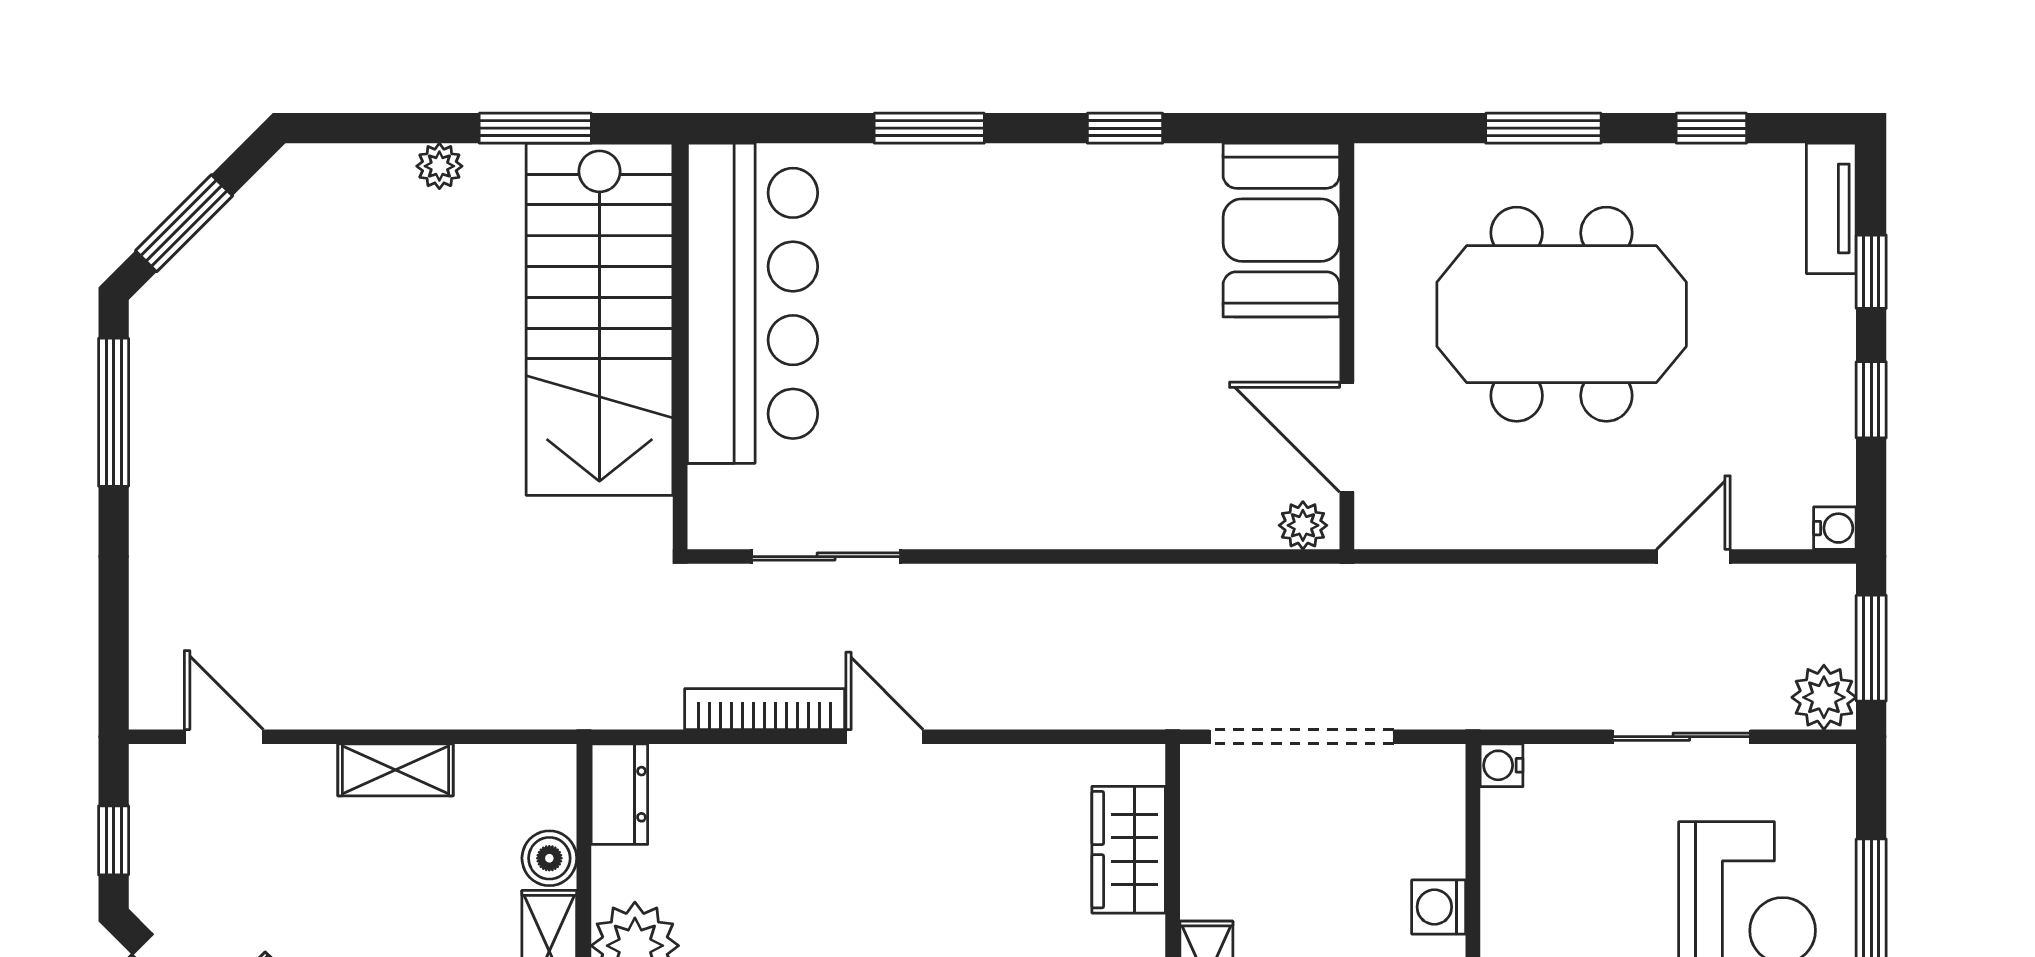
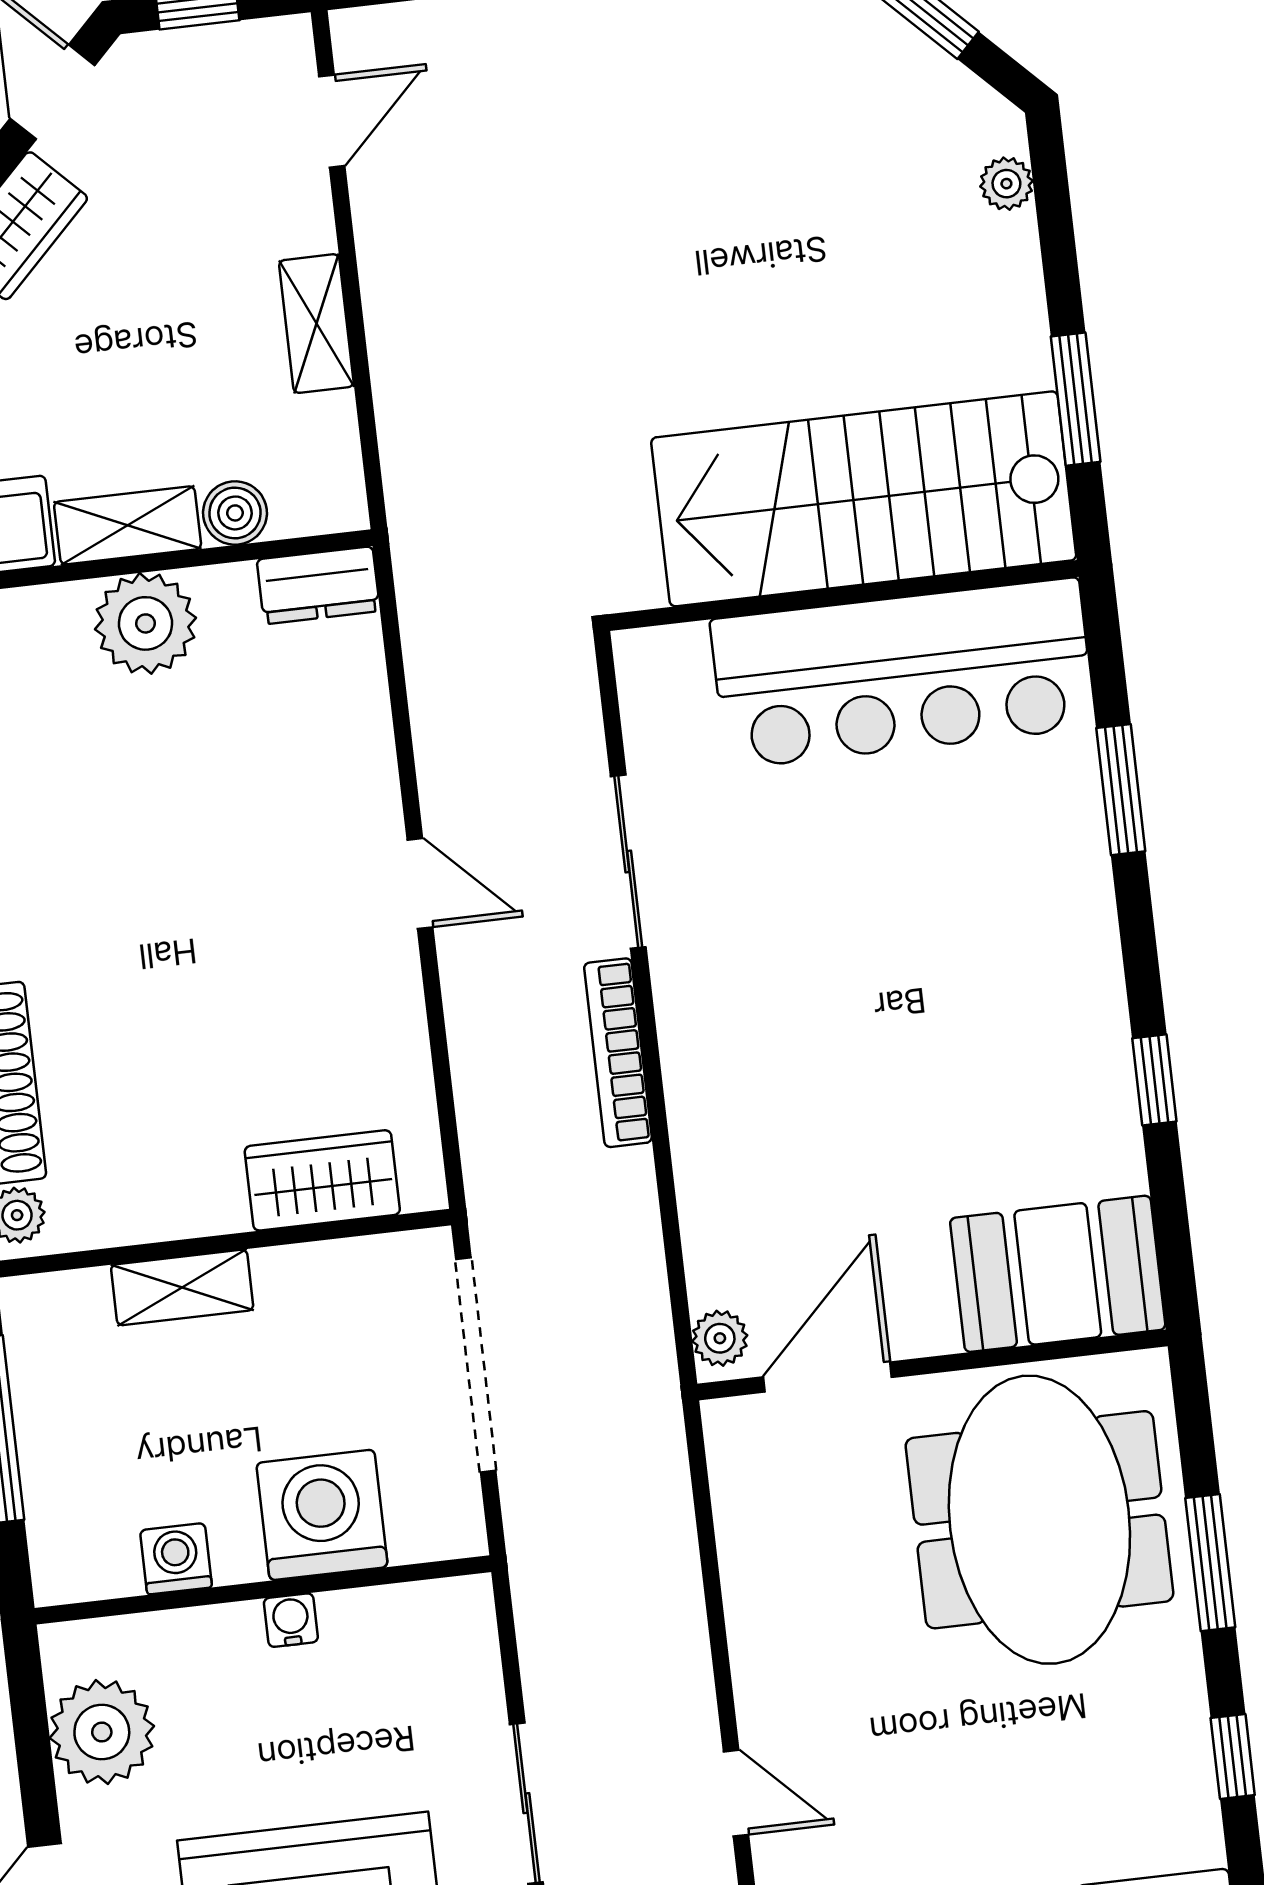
window: (929, 128) -> (1121, 790), moved
plant: (439, 166) -> (1006, 184), moved
meeting table: (1562, 314) -> (1039, 1520), moved
sliding door: (826, 557) -> (628, 862), moved
bookcase: (765, 709) -> (618, 1053), moved, turned 180
door: (884, 737) -> (420, 883), hinge flipped
water cooler: (1502, 765) -> (291, 1620), moved
washing machine: (1439, 907) -> (322, 1515), width x1.89, depth x1.89

